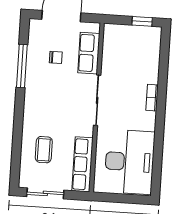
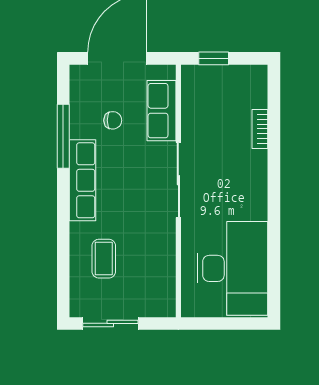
window: (142, 21) -> (214, 58), moved
bookcase: (152, 98) -> (260, 129), moved
row of seats: (83, 164) -> (83, 180), moved, turned 180

